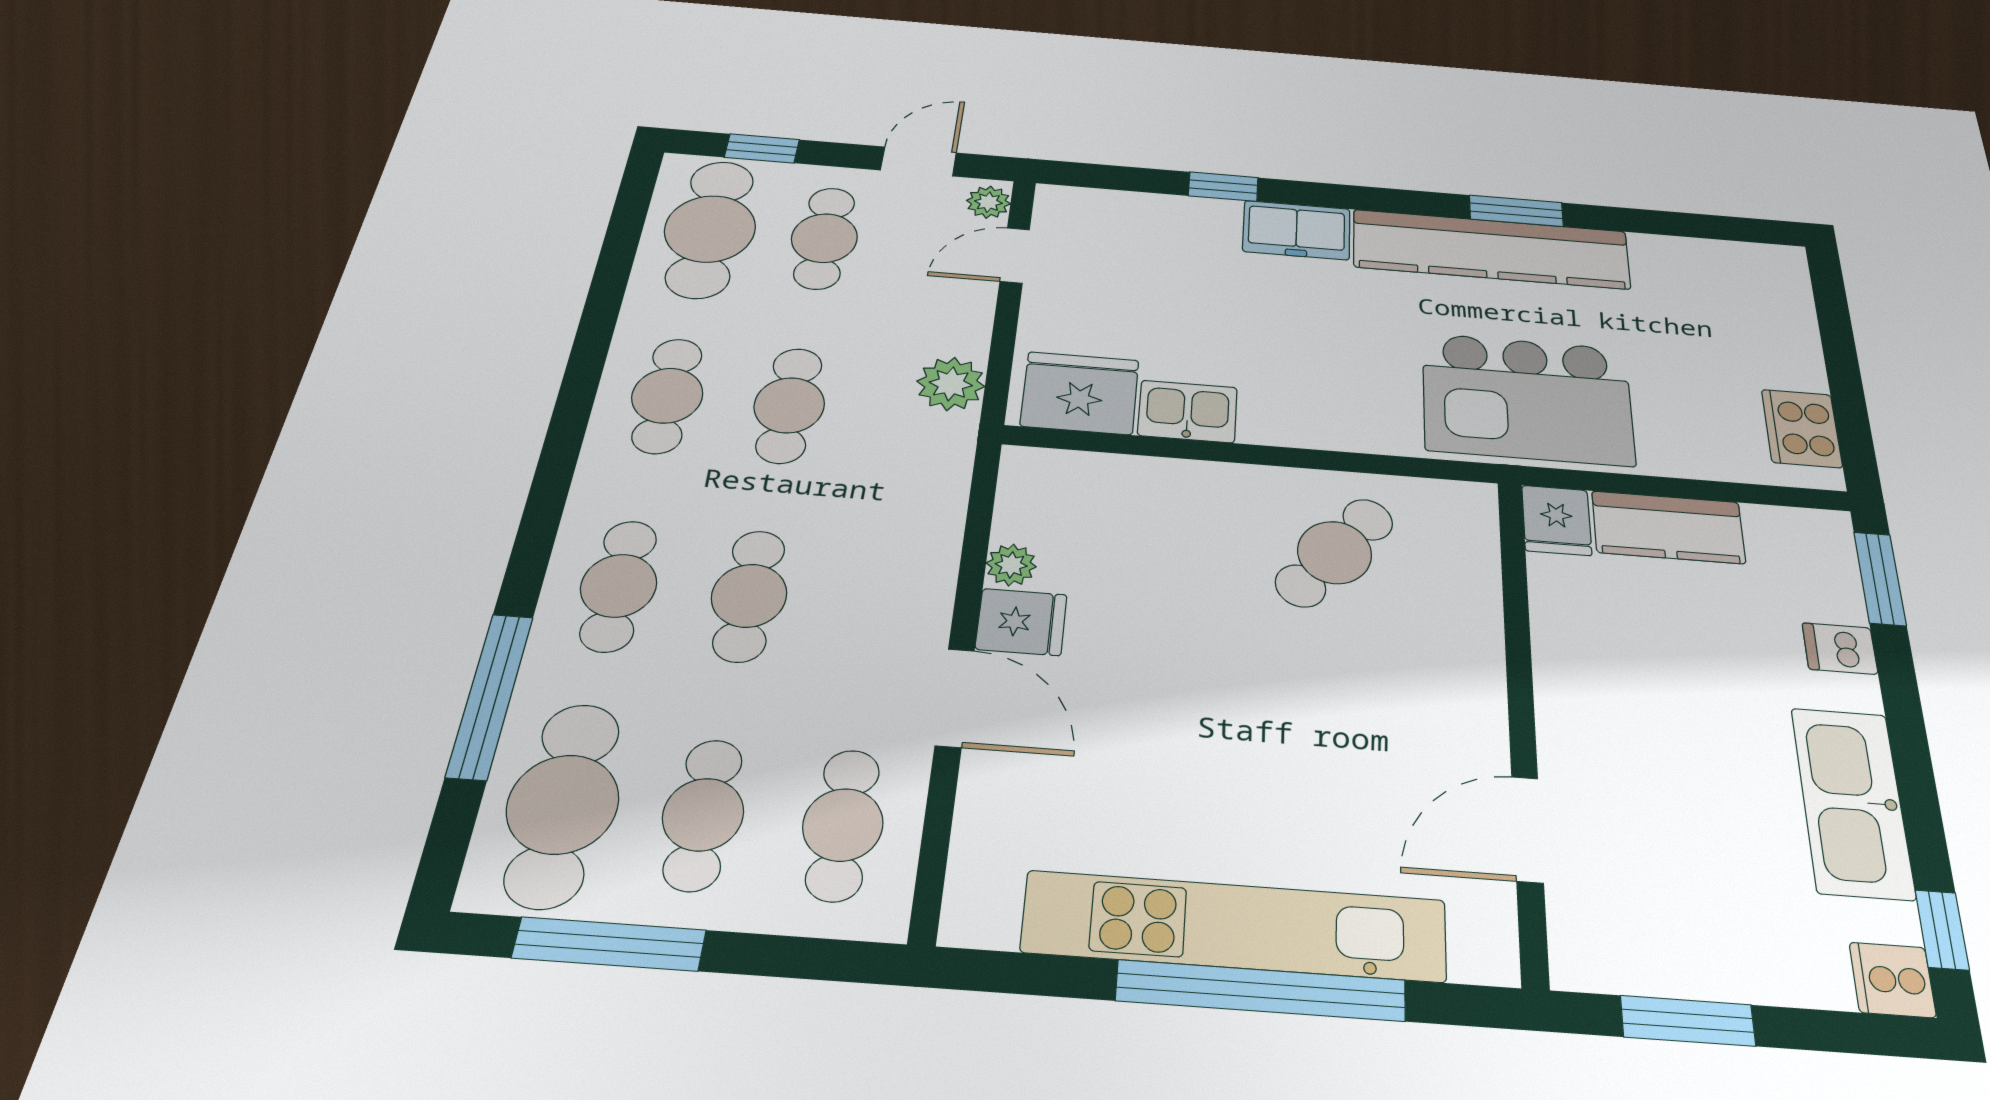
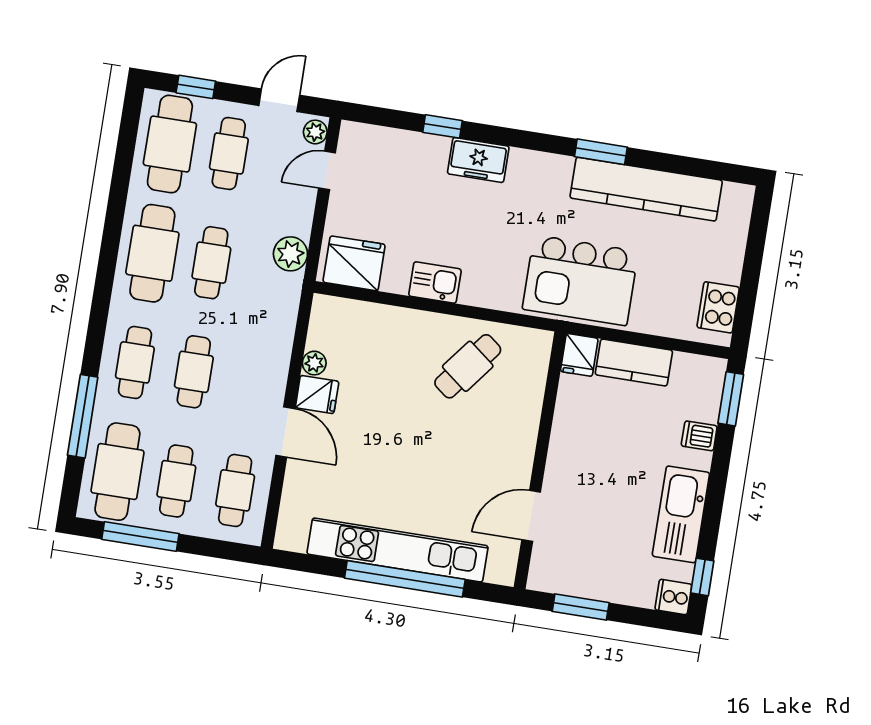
kitchen counter: (1491, 249) -> (646, 189), moved
cafe table: (667, 396) -> (152, 253), width x1.37, depth x1.35
kitchen sink: (1188, 411) -> (435, 283), moved

